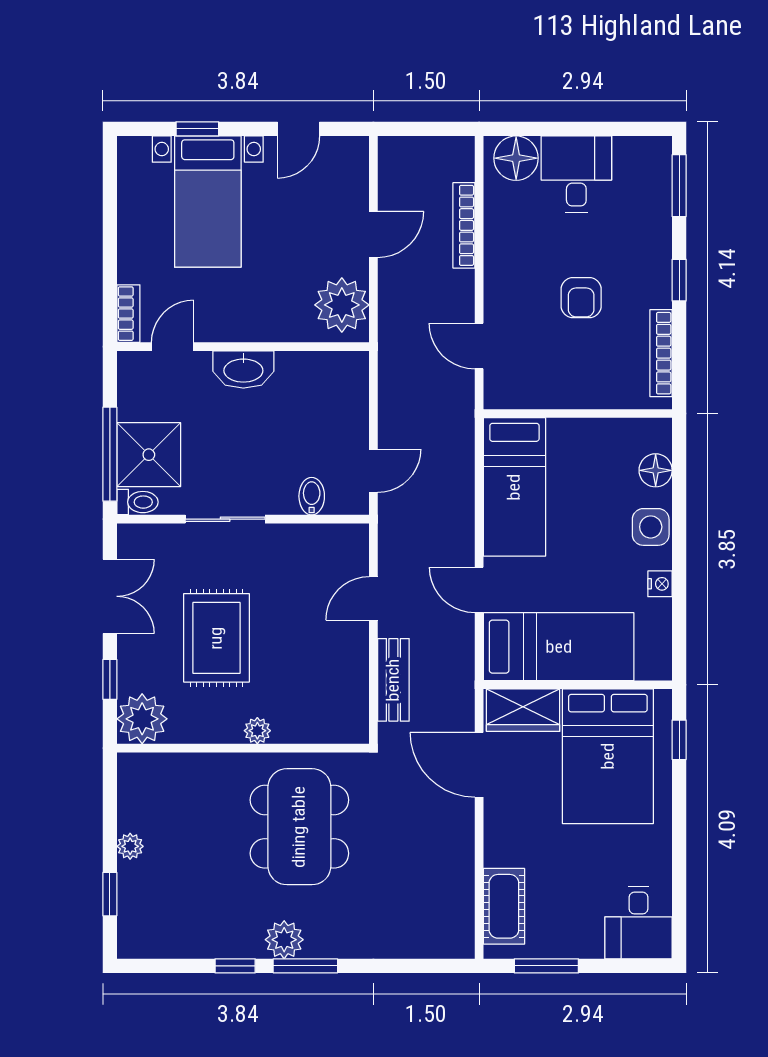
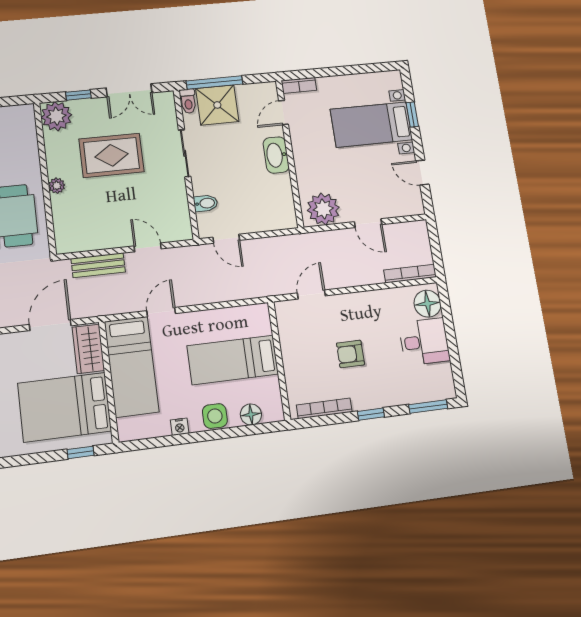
bookcase: (464, 225) -> (410, 274), moved
door: (173, 347) -> (283, 113), swing flipped
bed: (514, 487) -> (233, 360), moved

